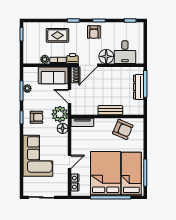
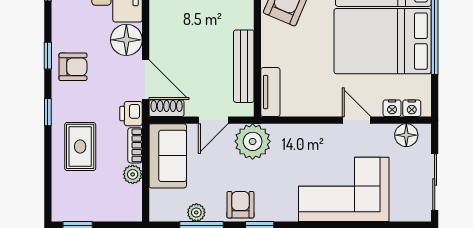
bench: (110, 110) -> (244, 66), moved, width x1.36
armchair: (36, 117) -> (240, 205), moved
floor lamp: (63, 128) -> (406, 135), moved

